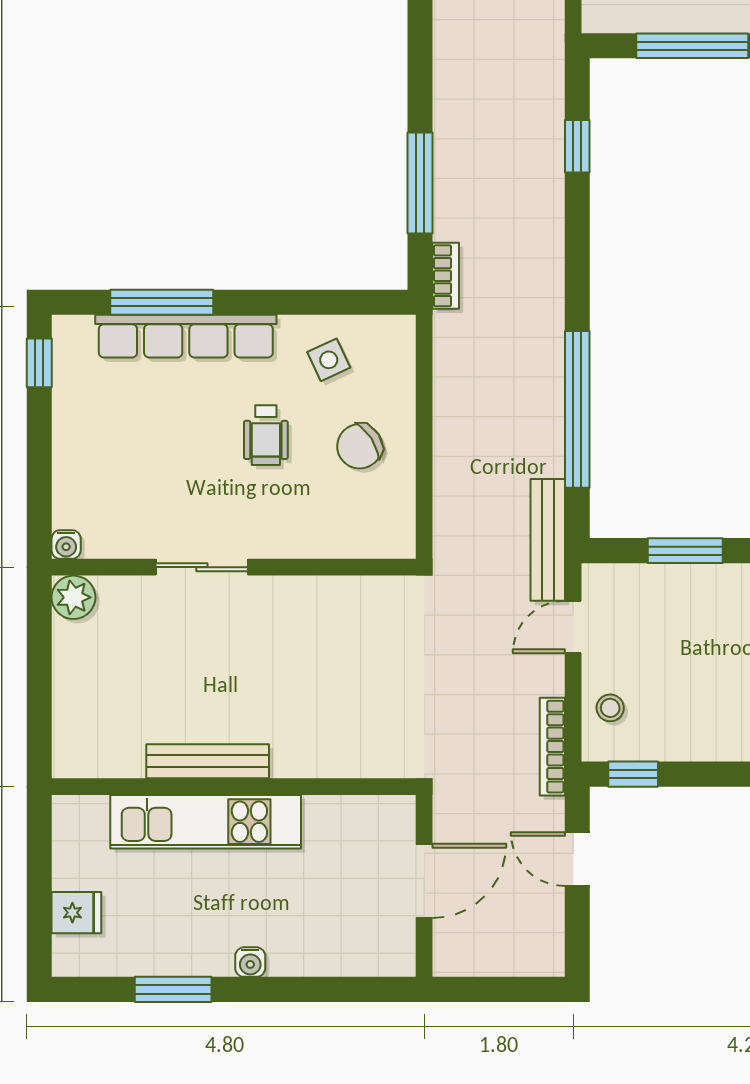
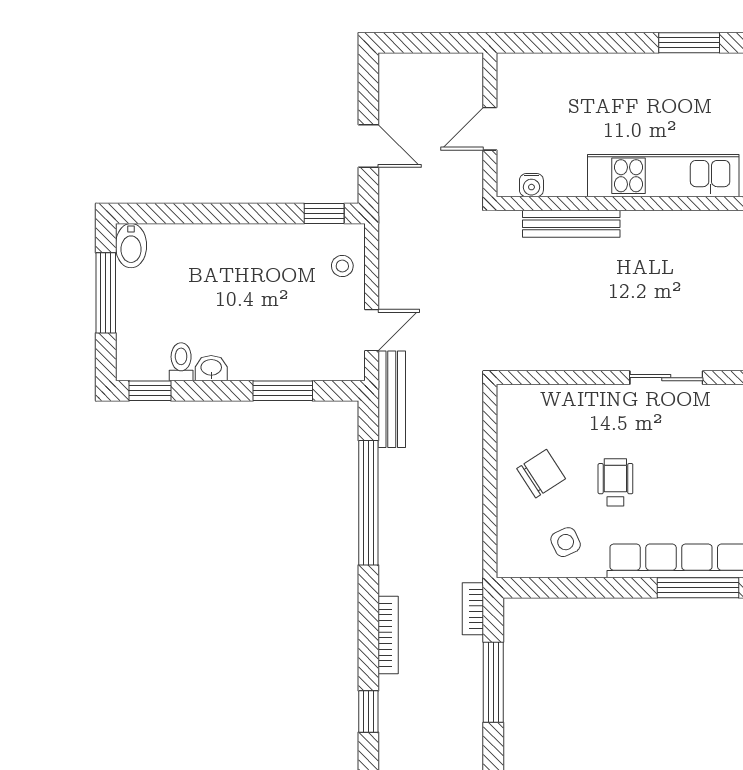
bookcase: (552, 747) -> (388, 635), moved
bench: (208, 761) -> (571, 224), moved
door: (424, 881) -> (490, 129), width x0.73
water cooler: (250, 962) -> (531, 185), moved, turned 180

